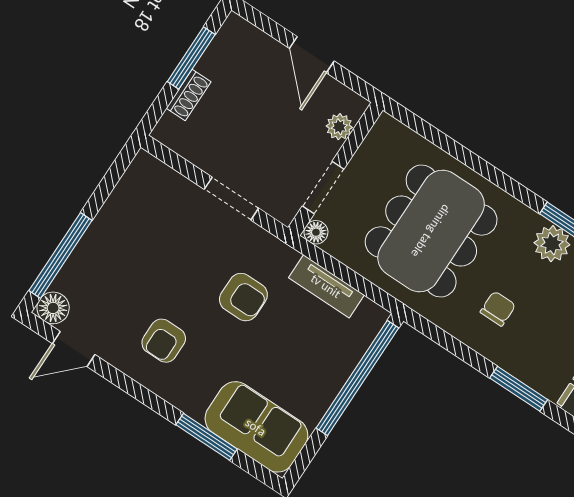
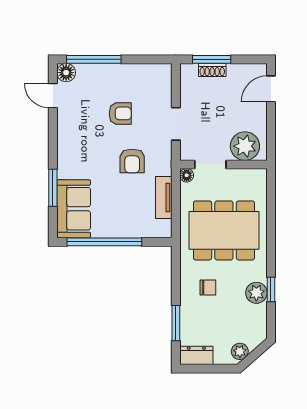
door: (312, 55) -> (271, 89), moved
window: (191, 58) -> (212, 59), moved
plant: (339, 127) -> (245, 146), width x1.88, depth x1.88
armchair: (164, 341) -> (120, 113), moved, turned 180
window: (357, 378) -> (104, 242), moved

